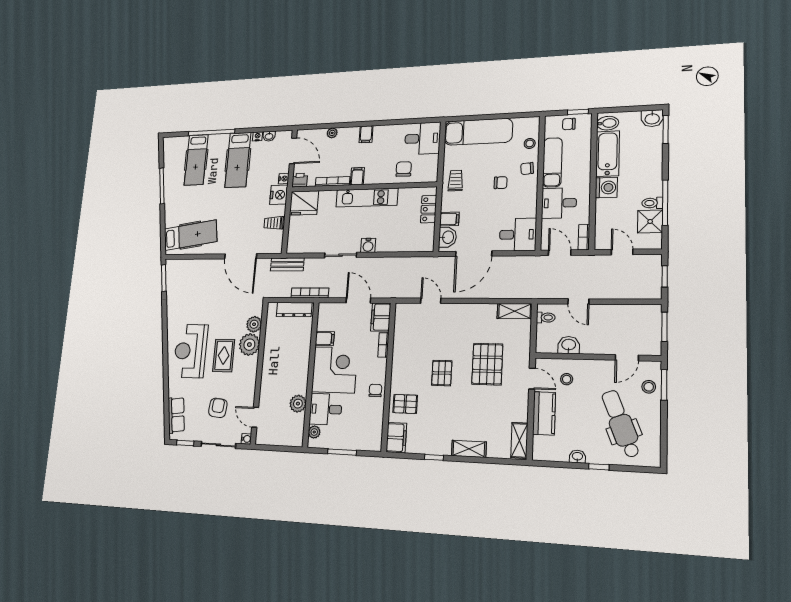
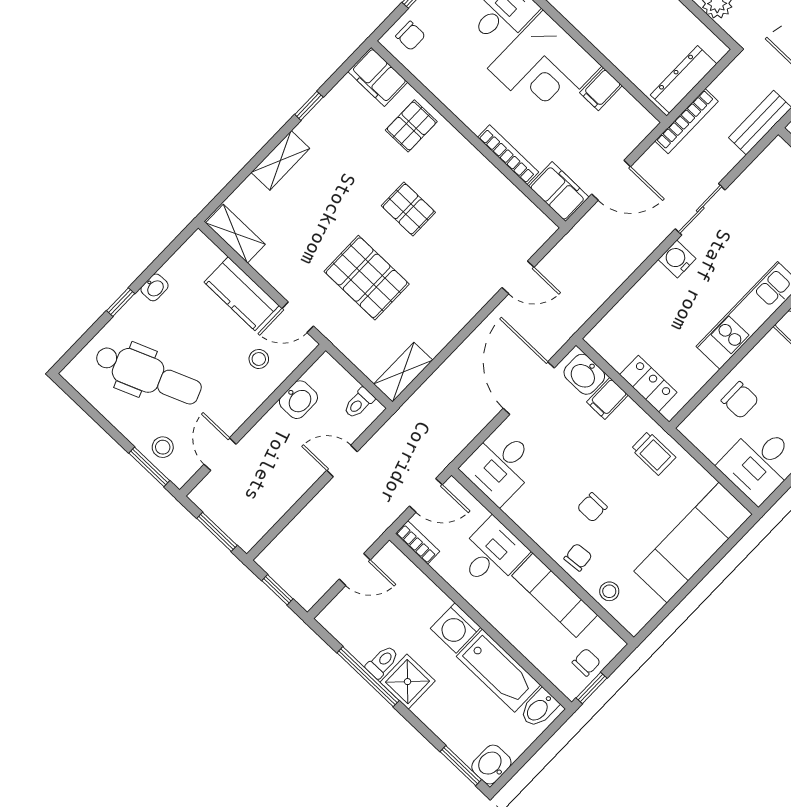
shower: (650, 221) -> (408, 682), moved
bookcase: (383, 345) -> (508, 155), width x1.56
chair: (375, 390) -> (411, 36), moved

